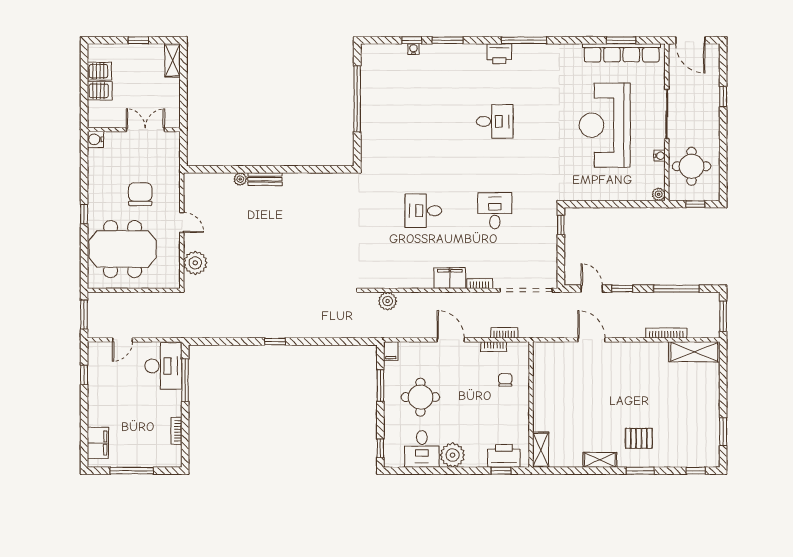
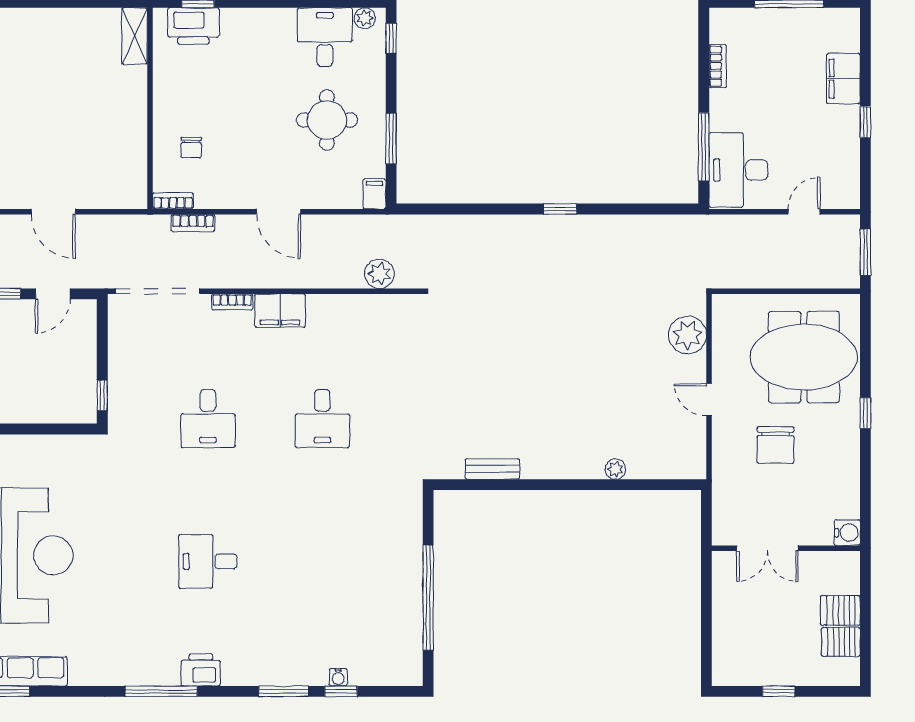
shelving: (173, 60) -> (724, 659), removed
bench: (265, 179) -> (492, 469), moved
desk: (423, 211) -> (322, 418), turned 90
door: (592, 289) -> (53, 294), hinge flipped
bookcase: (494, 347) -> (173, 201), moved
window: (84, 375) -> (865, 122), moved
filing cabinet: (98, 443) -> (843, 79), moved
plant: (453, 455) -> (365, 18), moved, width x0.53, depth x0.53
shelving: (600, 460) -> (40, 20), removed

